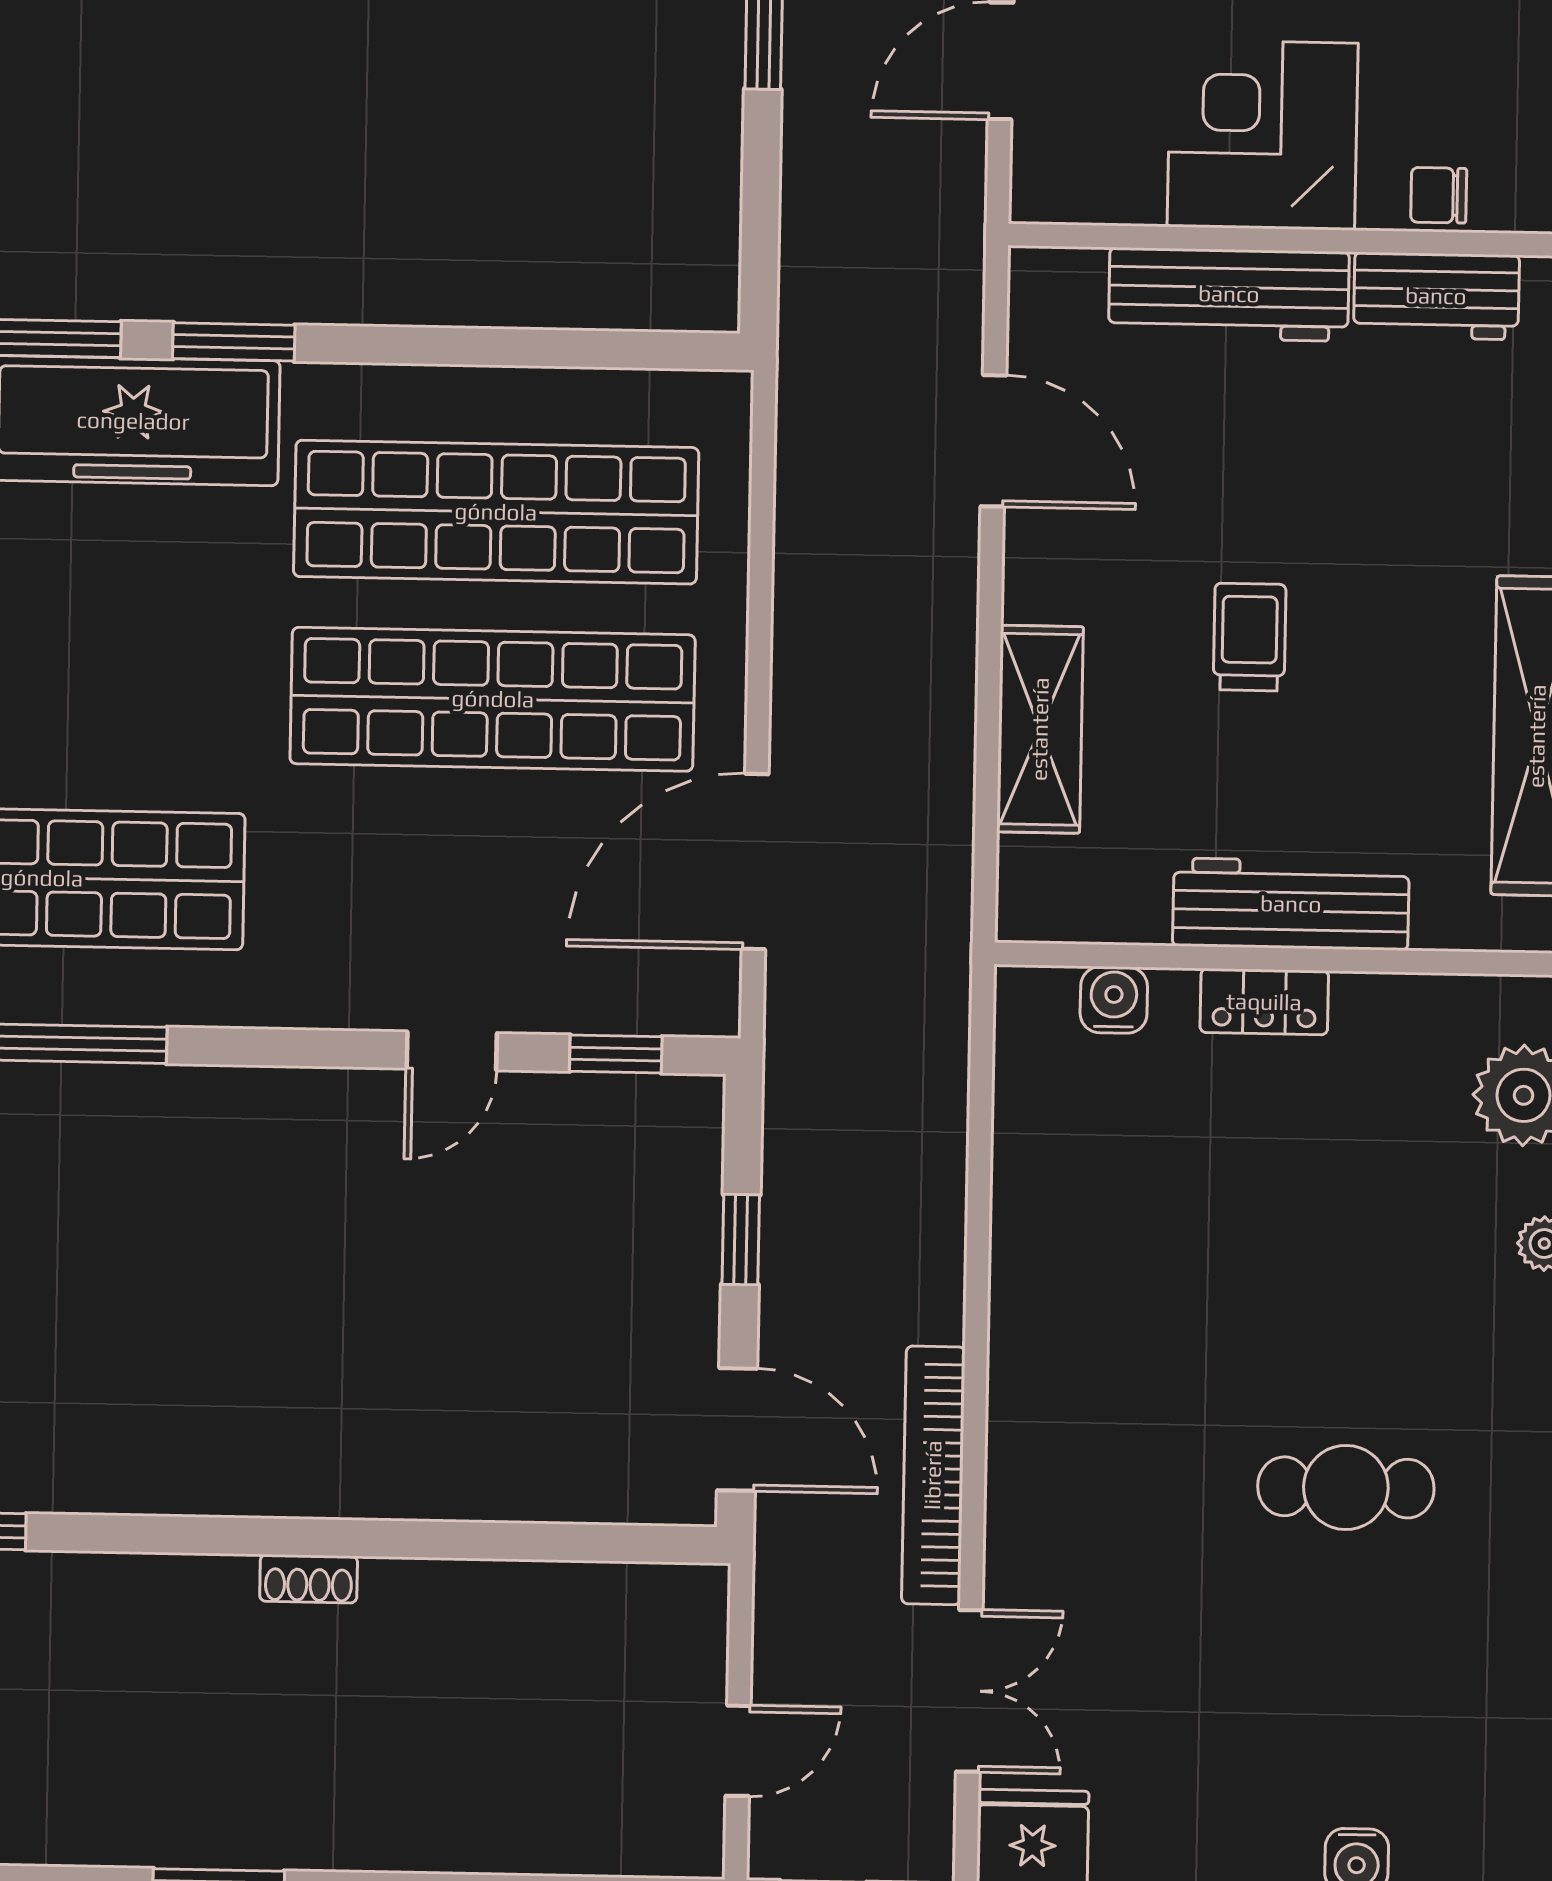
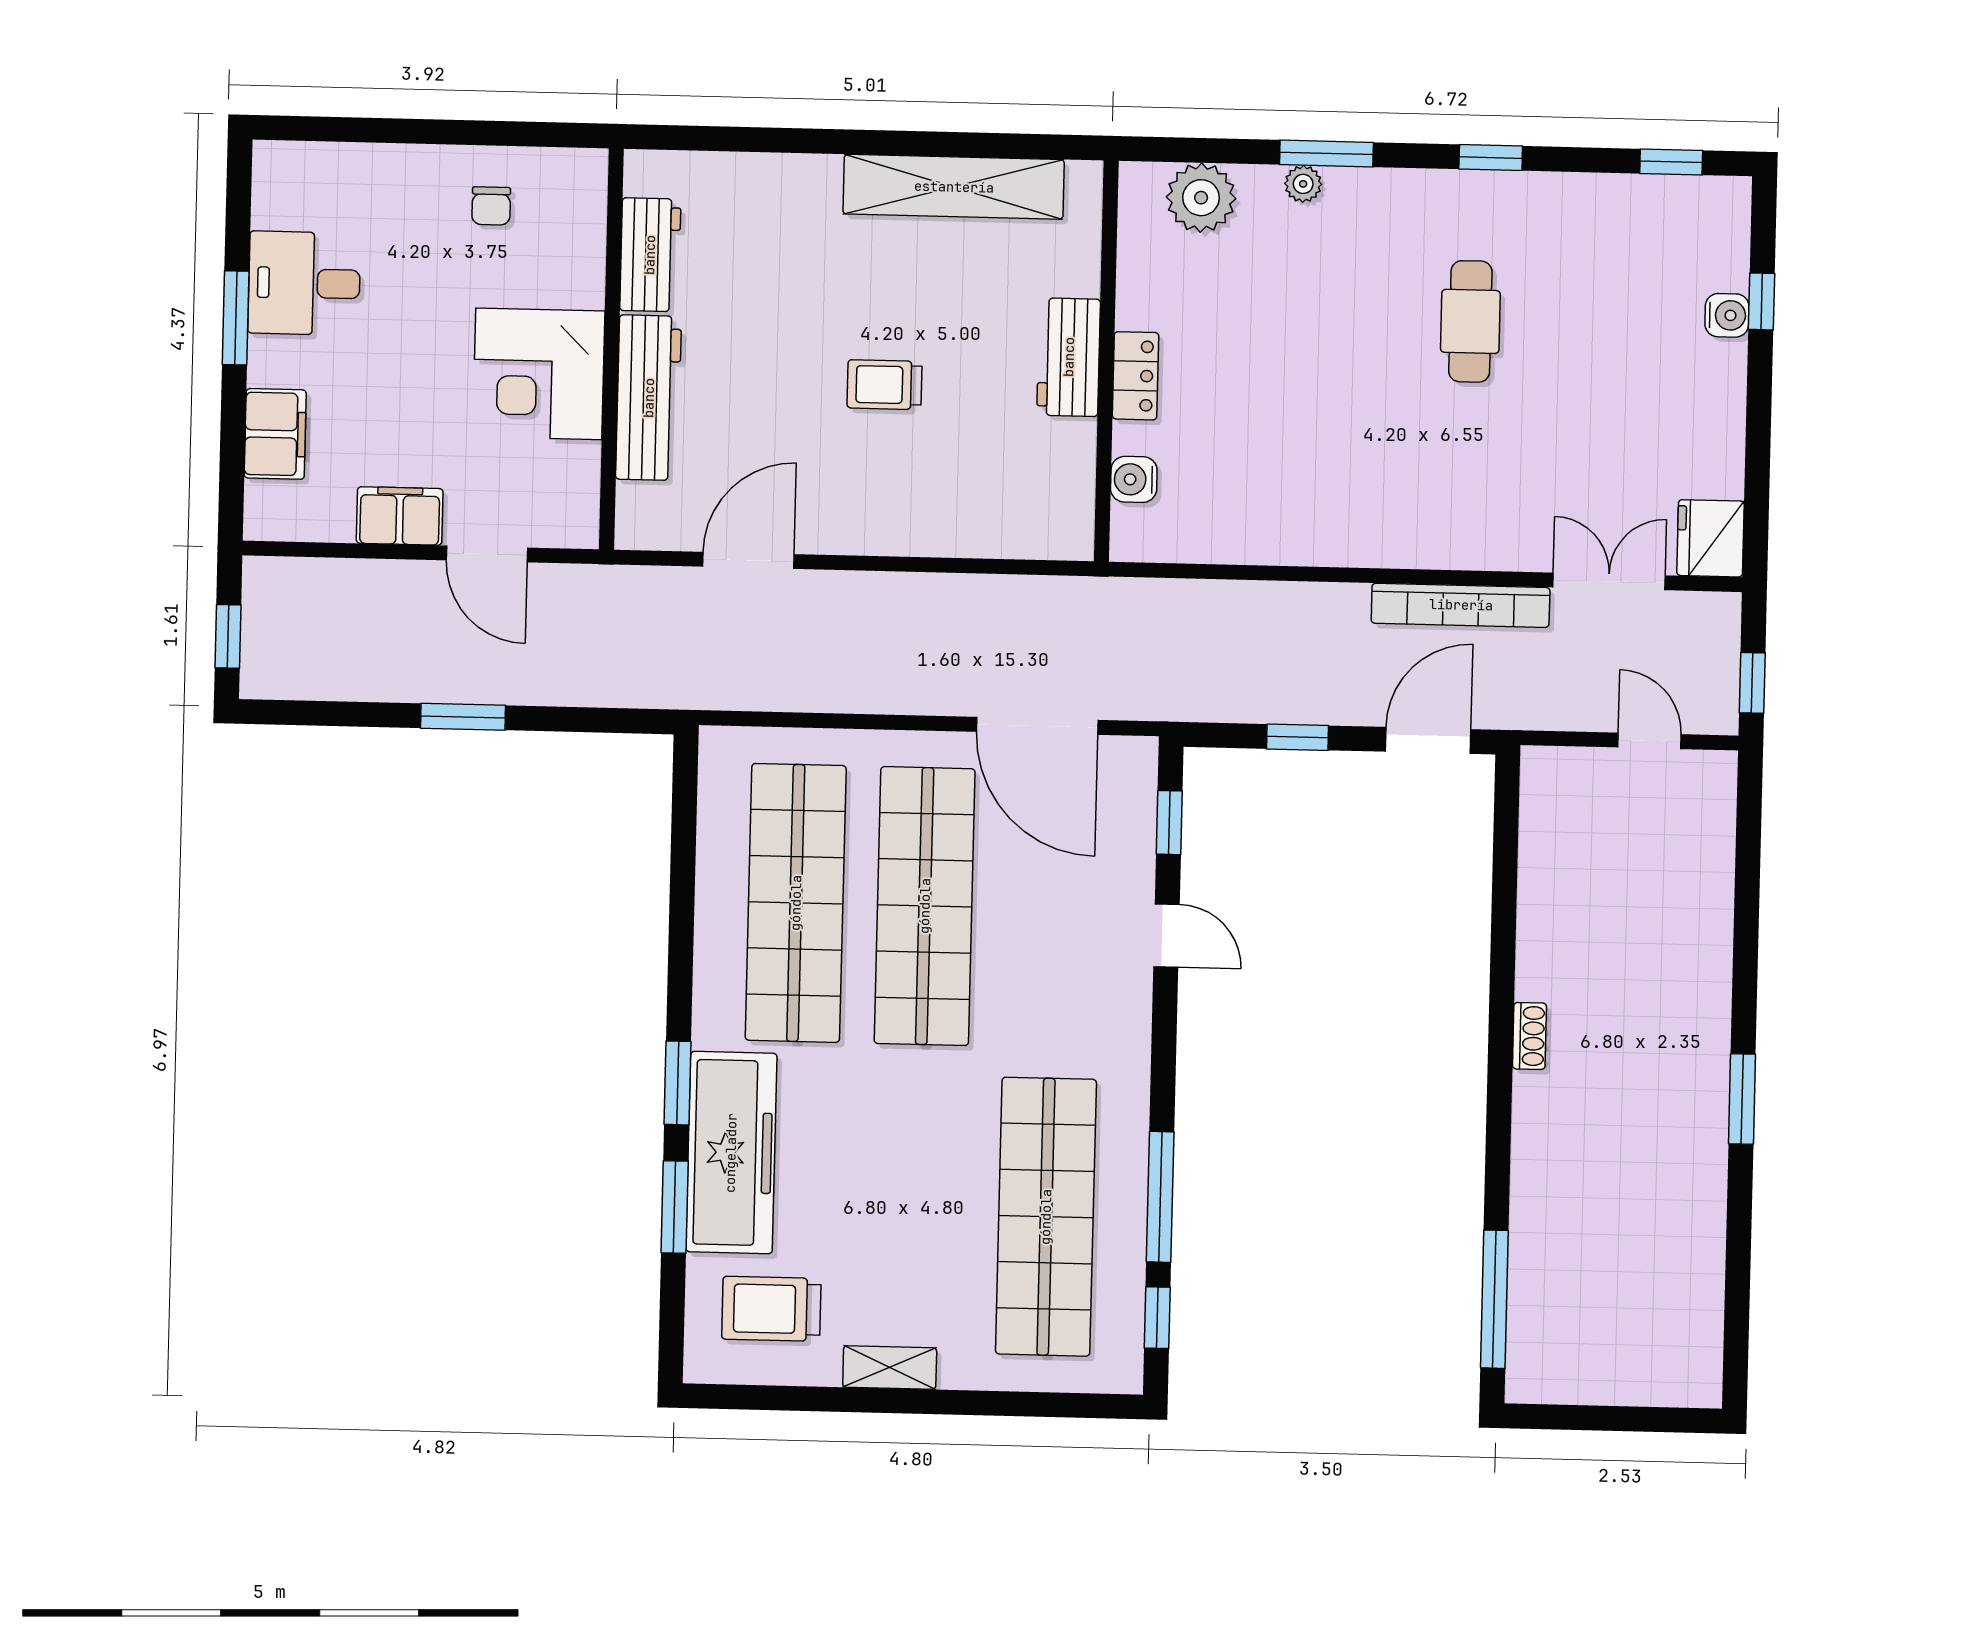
chair: (1439, 195) -> (491, 206), moved
shelving: (1040, 729) -> (947, 529), removed
workbench: (1291, 904) -> (1069, 357), width x0.73

